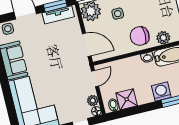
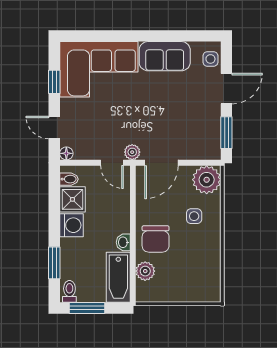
tv unit: (58, 15) -> (213, 133), removed
chair: (140, 36) -> (156, 239), turned 180
washing machine: (161, 92) -> (71, 225), moved
plant: (93, 101) -> (132, 152), moved

